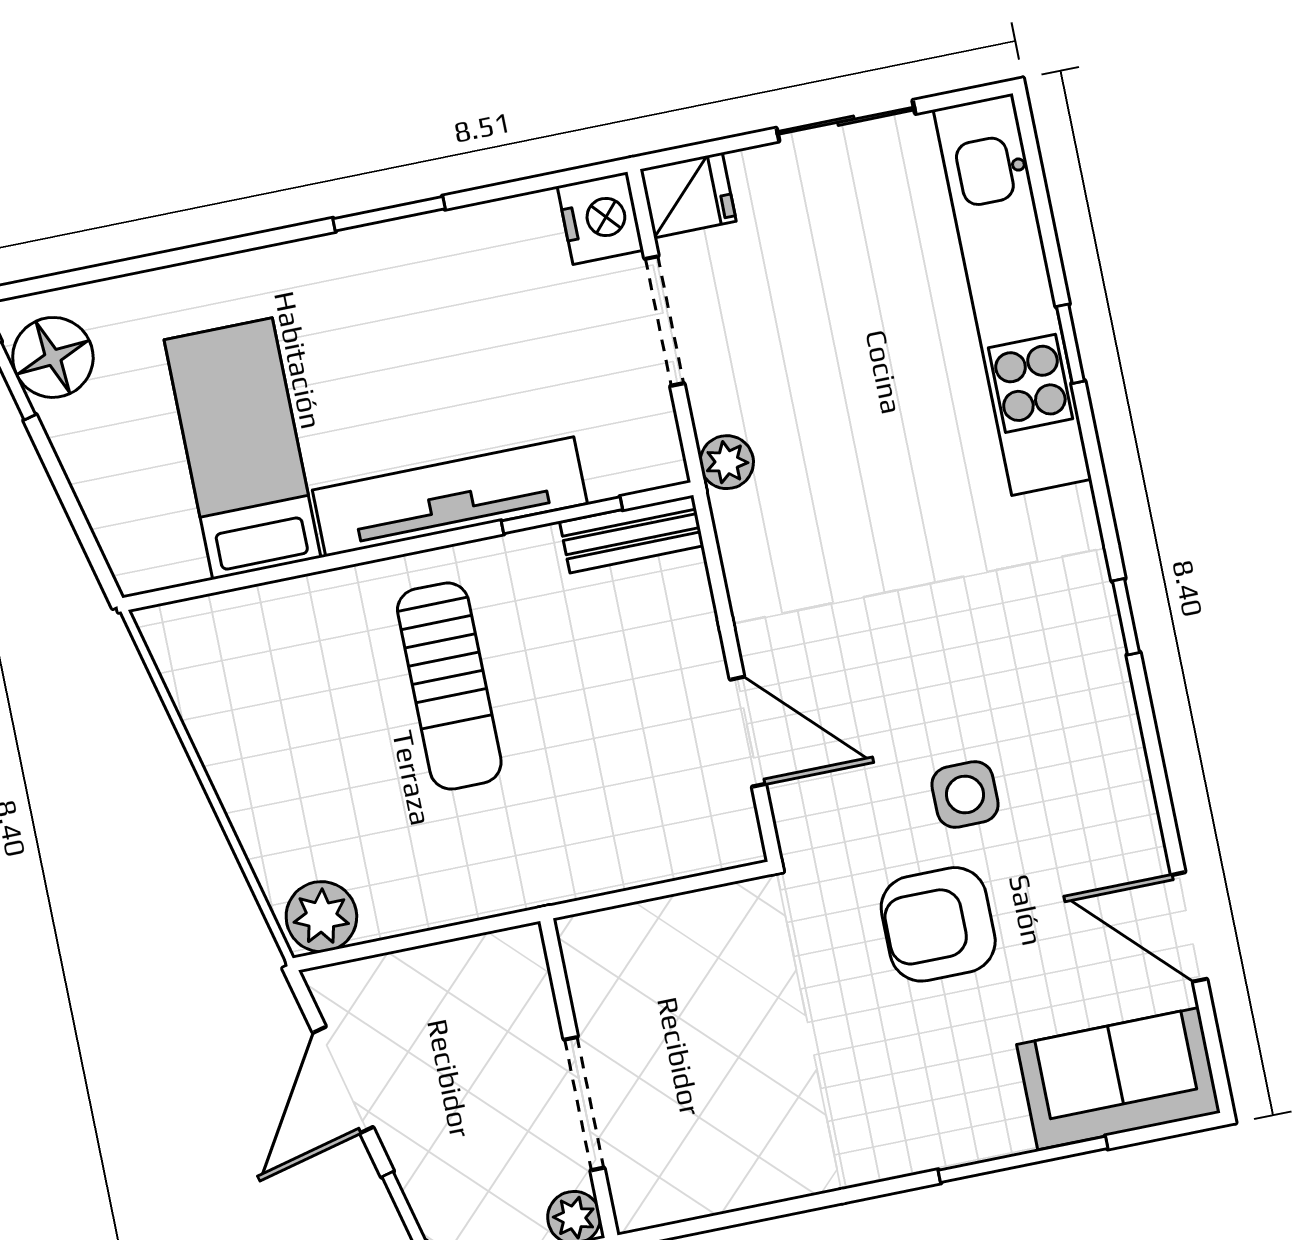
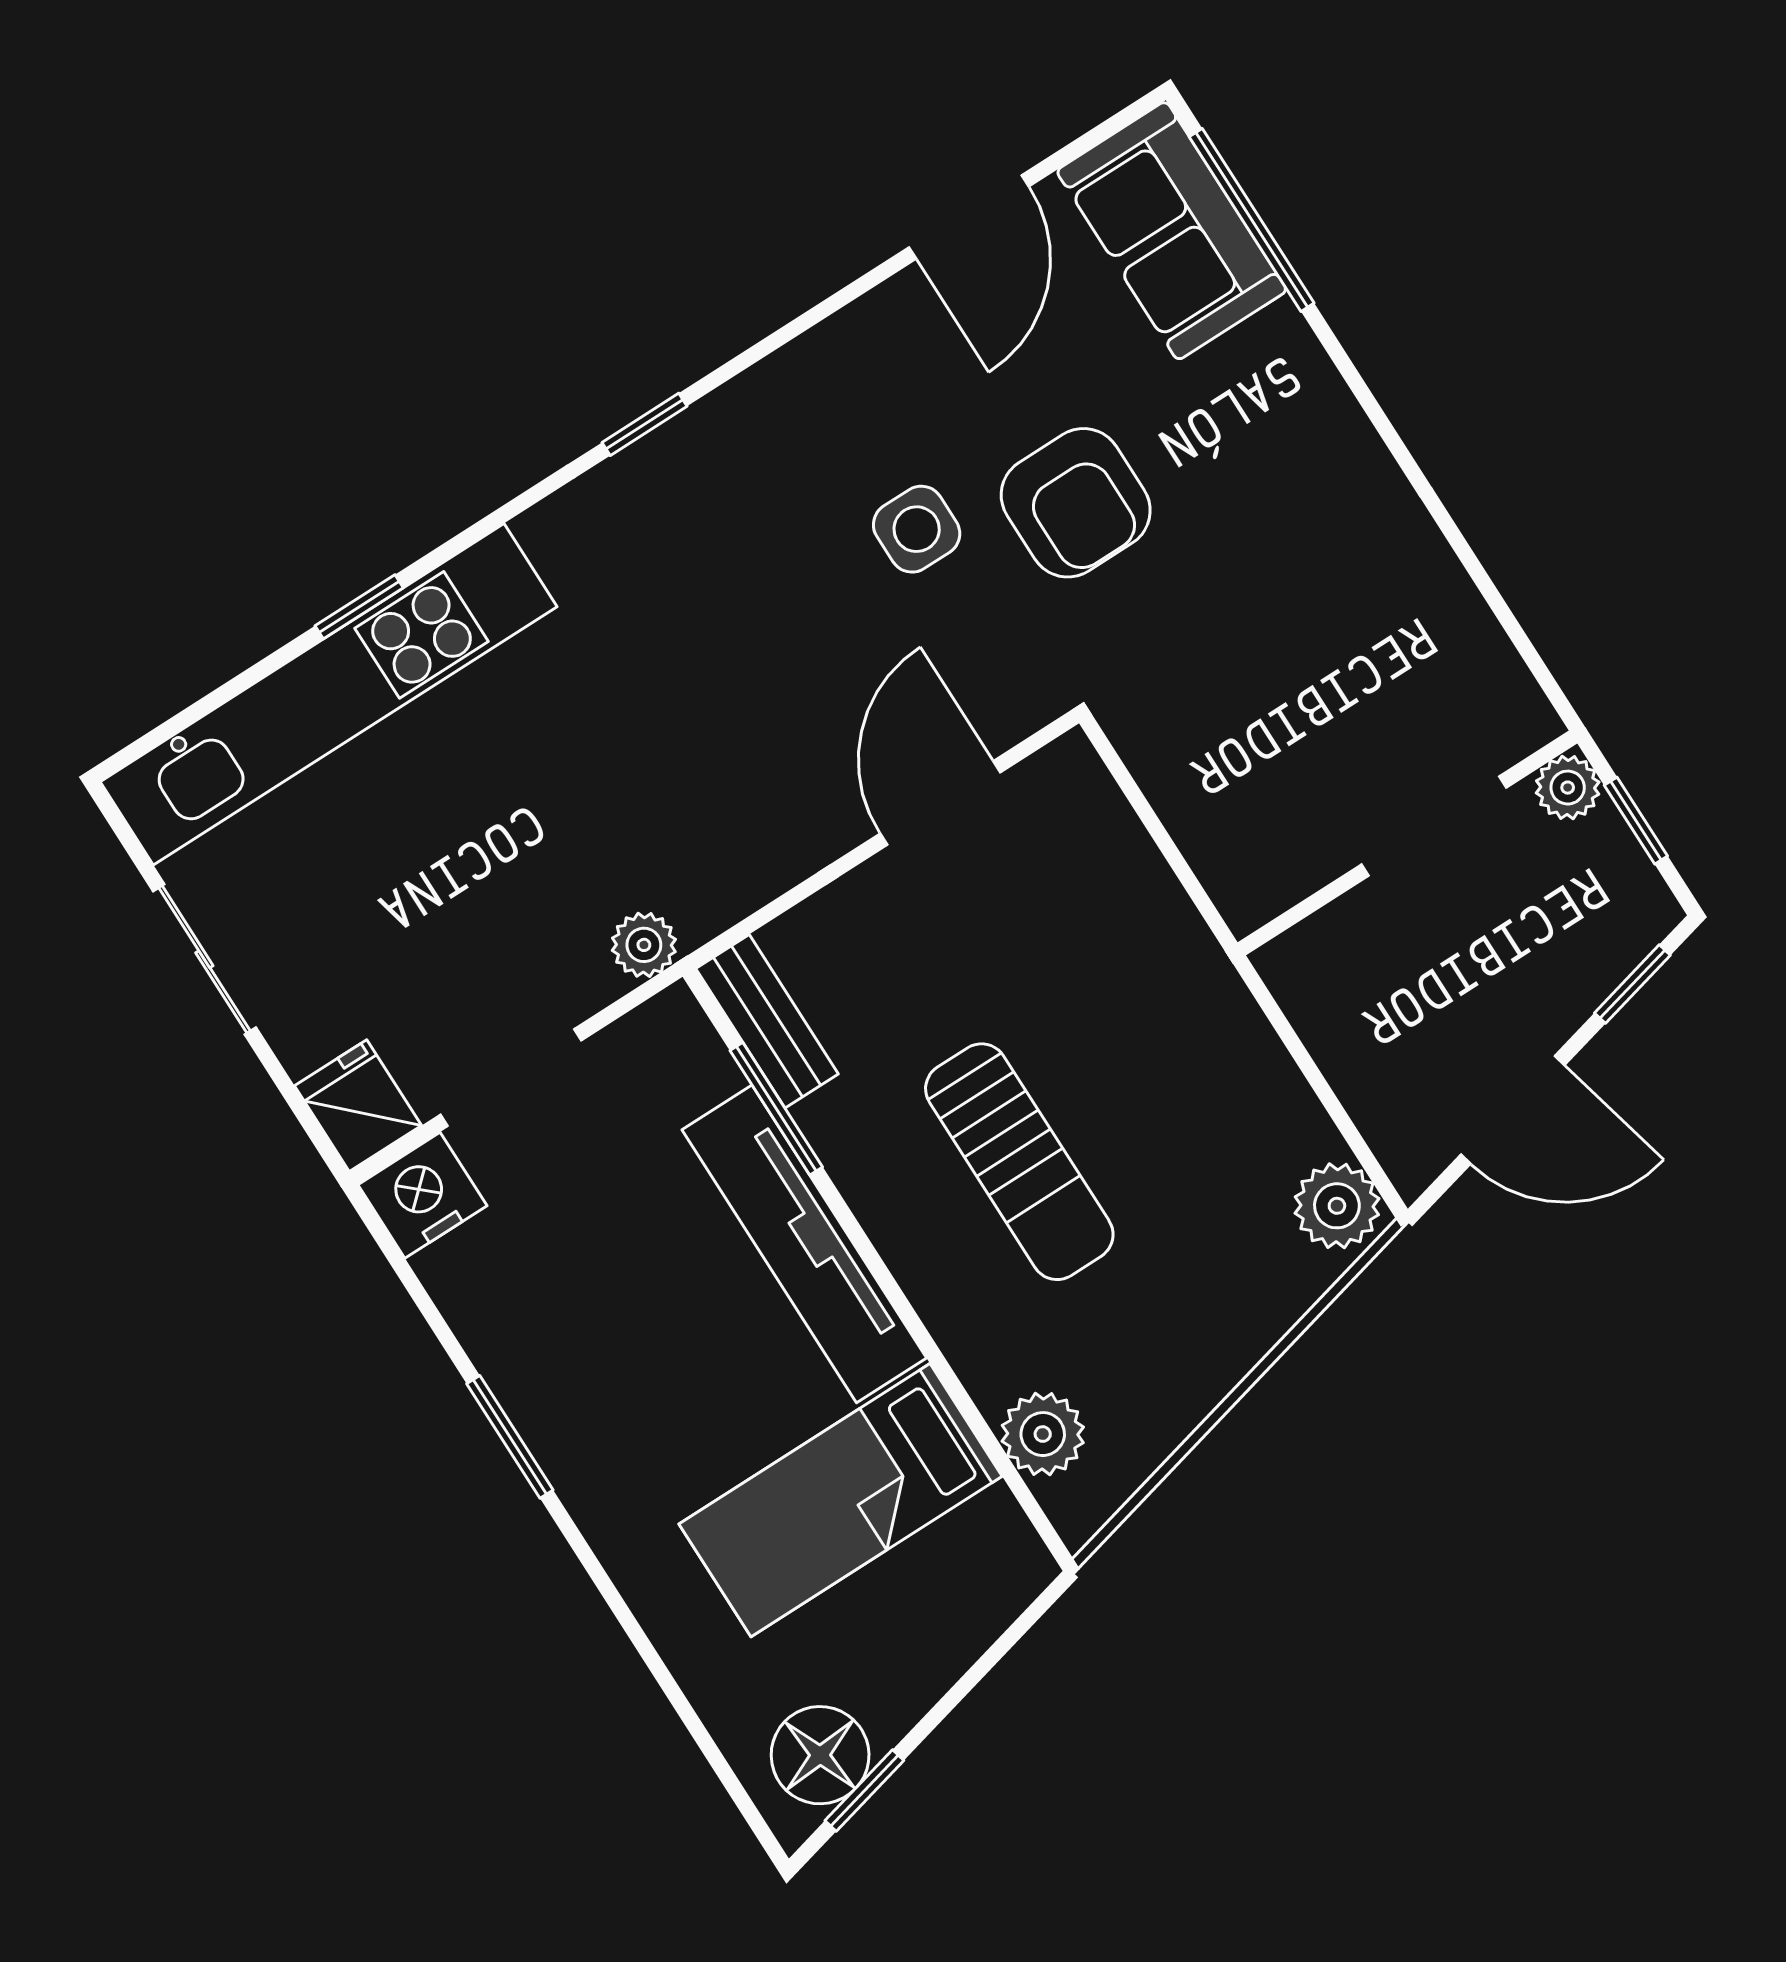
plant: (233, 623) -> (1043, 1434), added
sun lounger: (449, 686) -> (1019, 1162), turned 90
window: (1023, 1159) -> (1252, 220), moved

